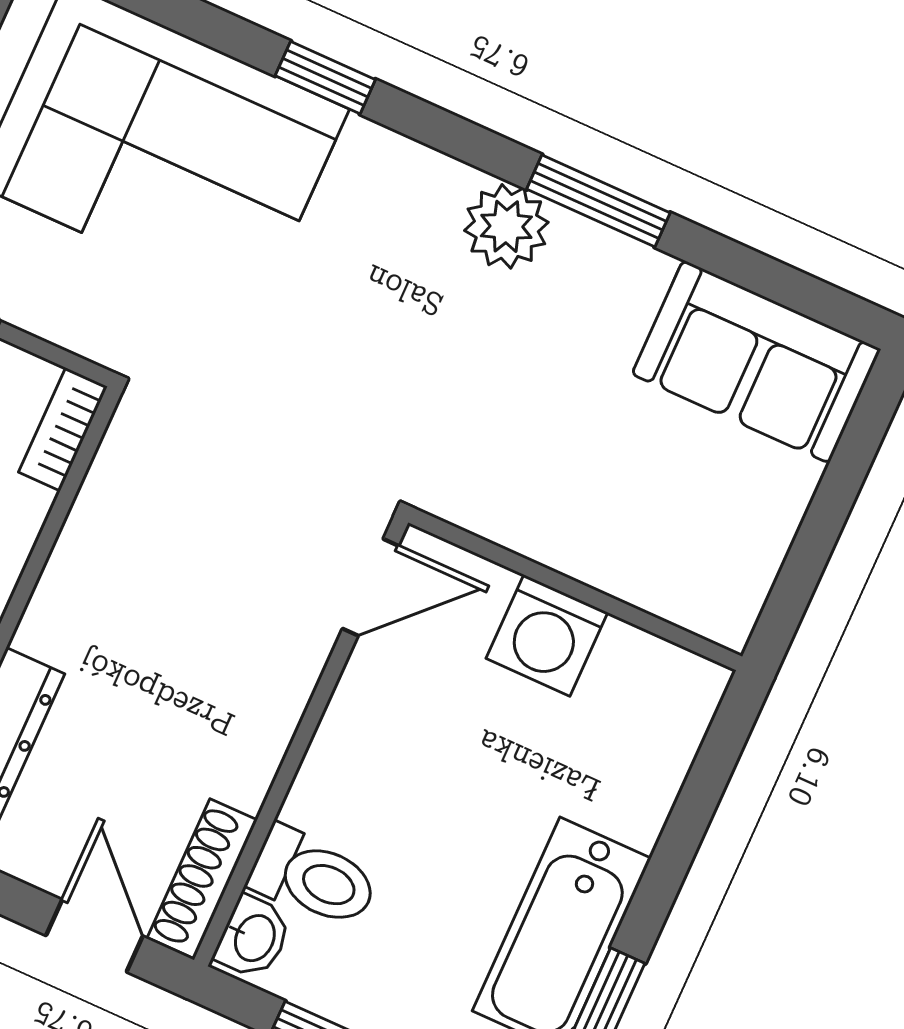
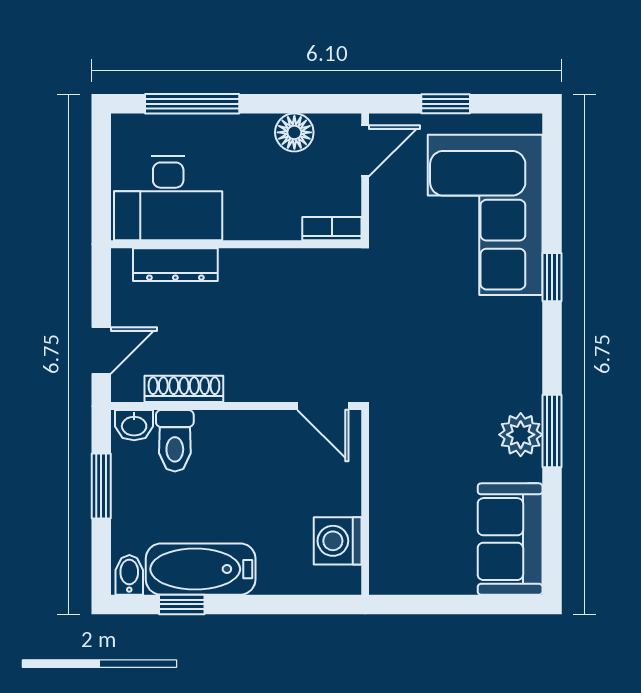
plant: (506, 226) -> (521, 435), moved
washing machine: (547, 635) -> (338, 541), moved
shoe rack: (202, 879) -> (184, 389), moved

